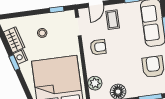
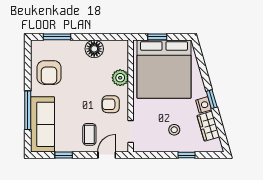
window: (57, 10) -> (186, 155), moved
plant: (95, 83) -> (120, 78), moved

